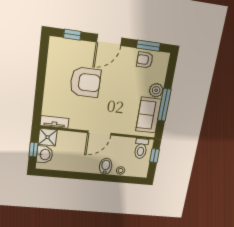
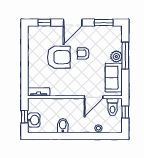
armchair: (145, 60) -> (83, 53), moved
window: (164, 105) -> (125, 56), moved
door: (99, 133) -> (94, 97), moved
shower: (48, 137) -> (35, 105), removed
bidet: (106, 166) -> (63, 126), moved

